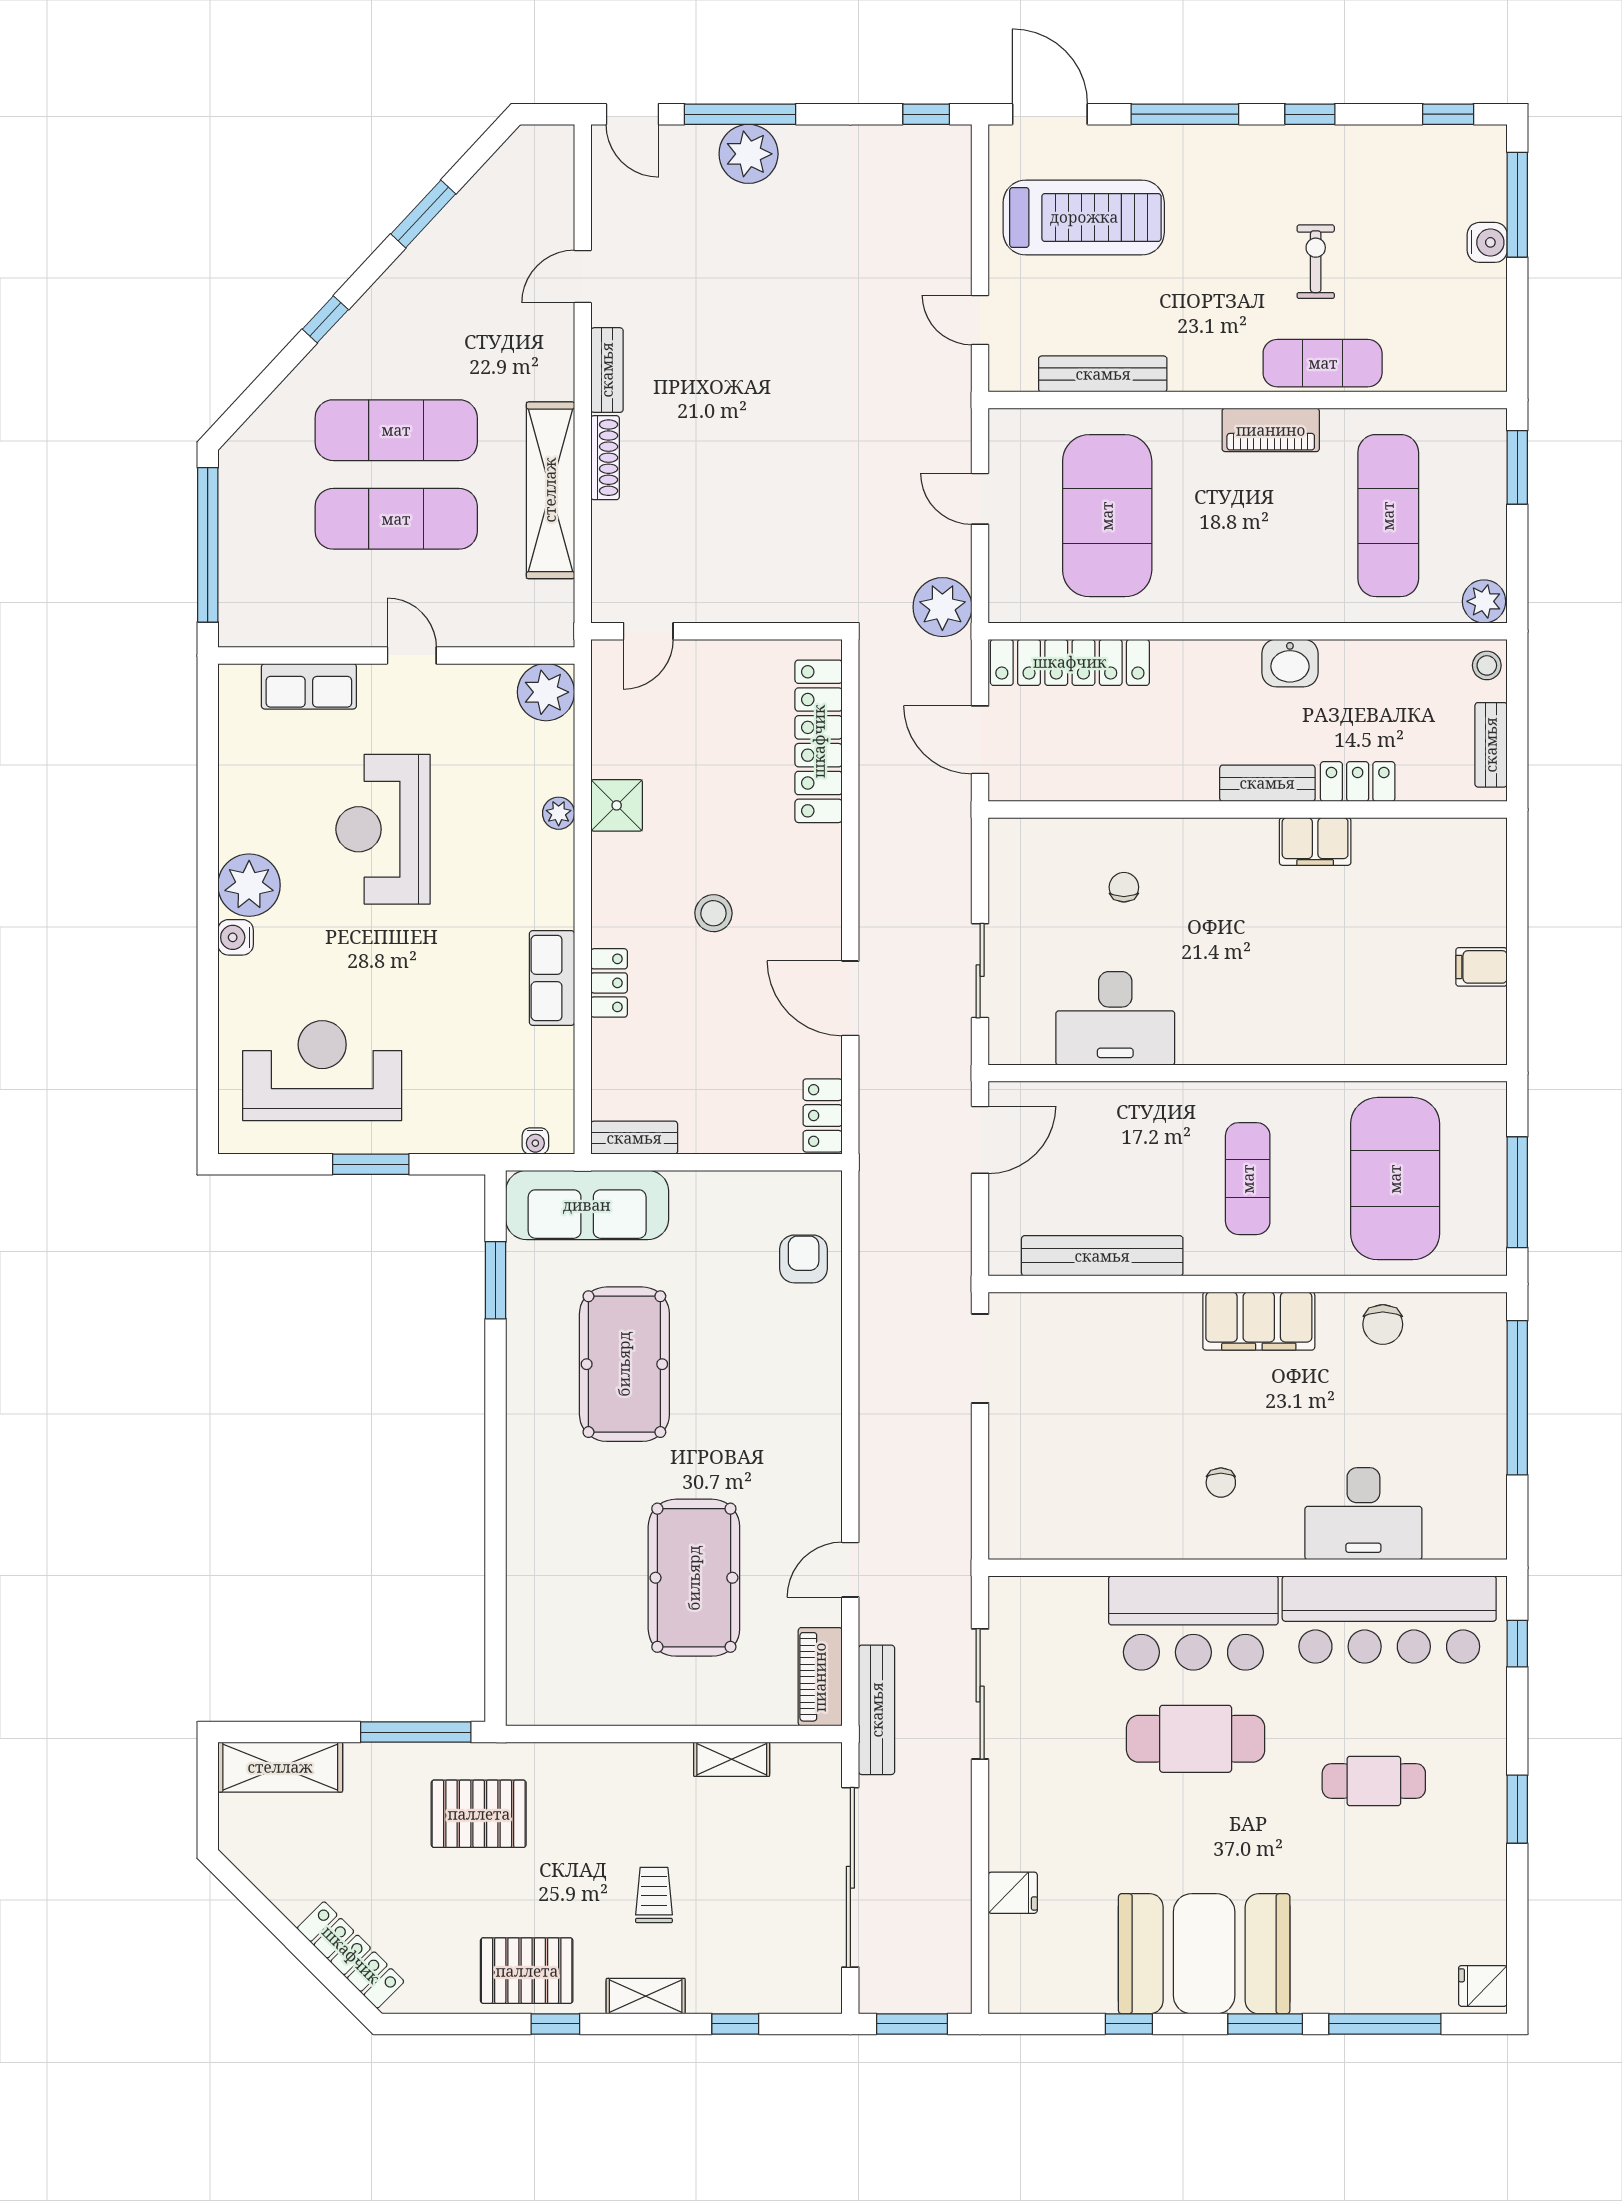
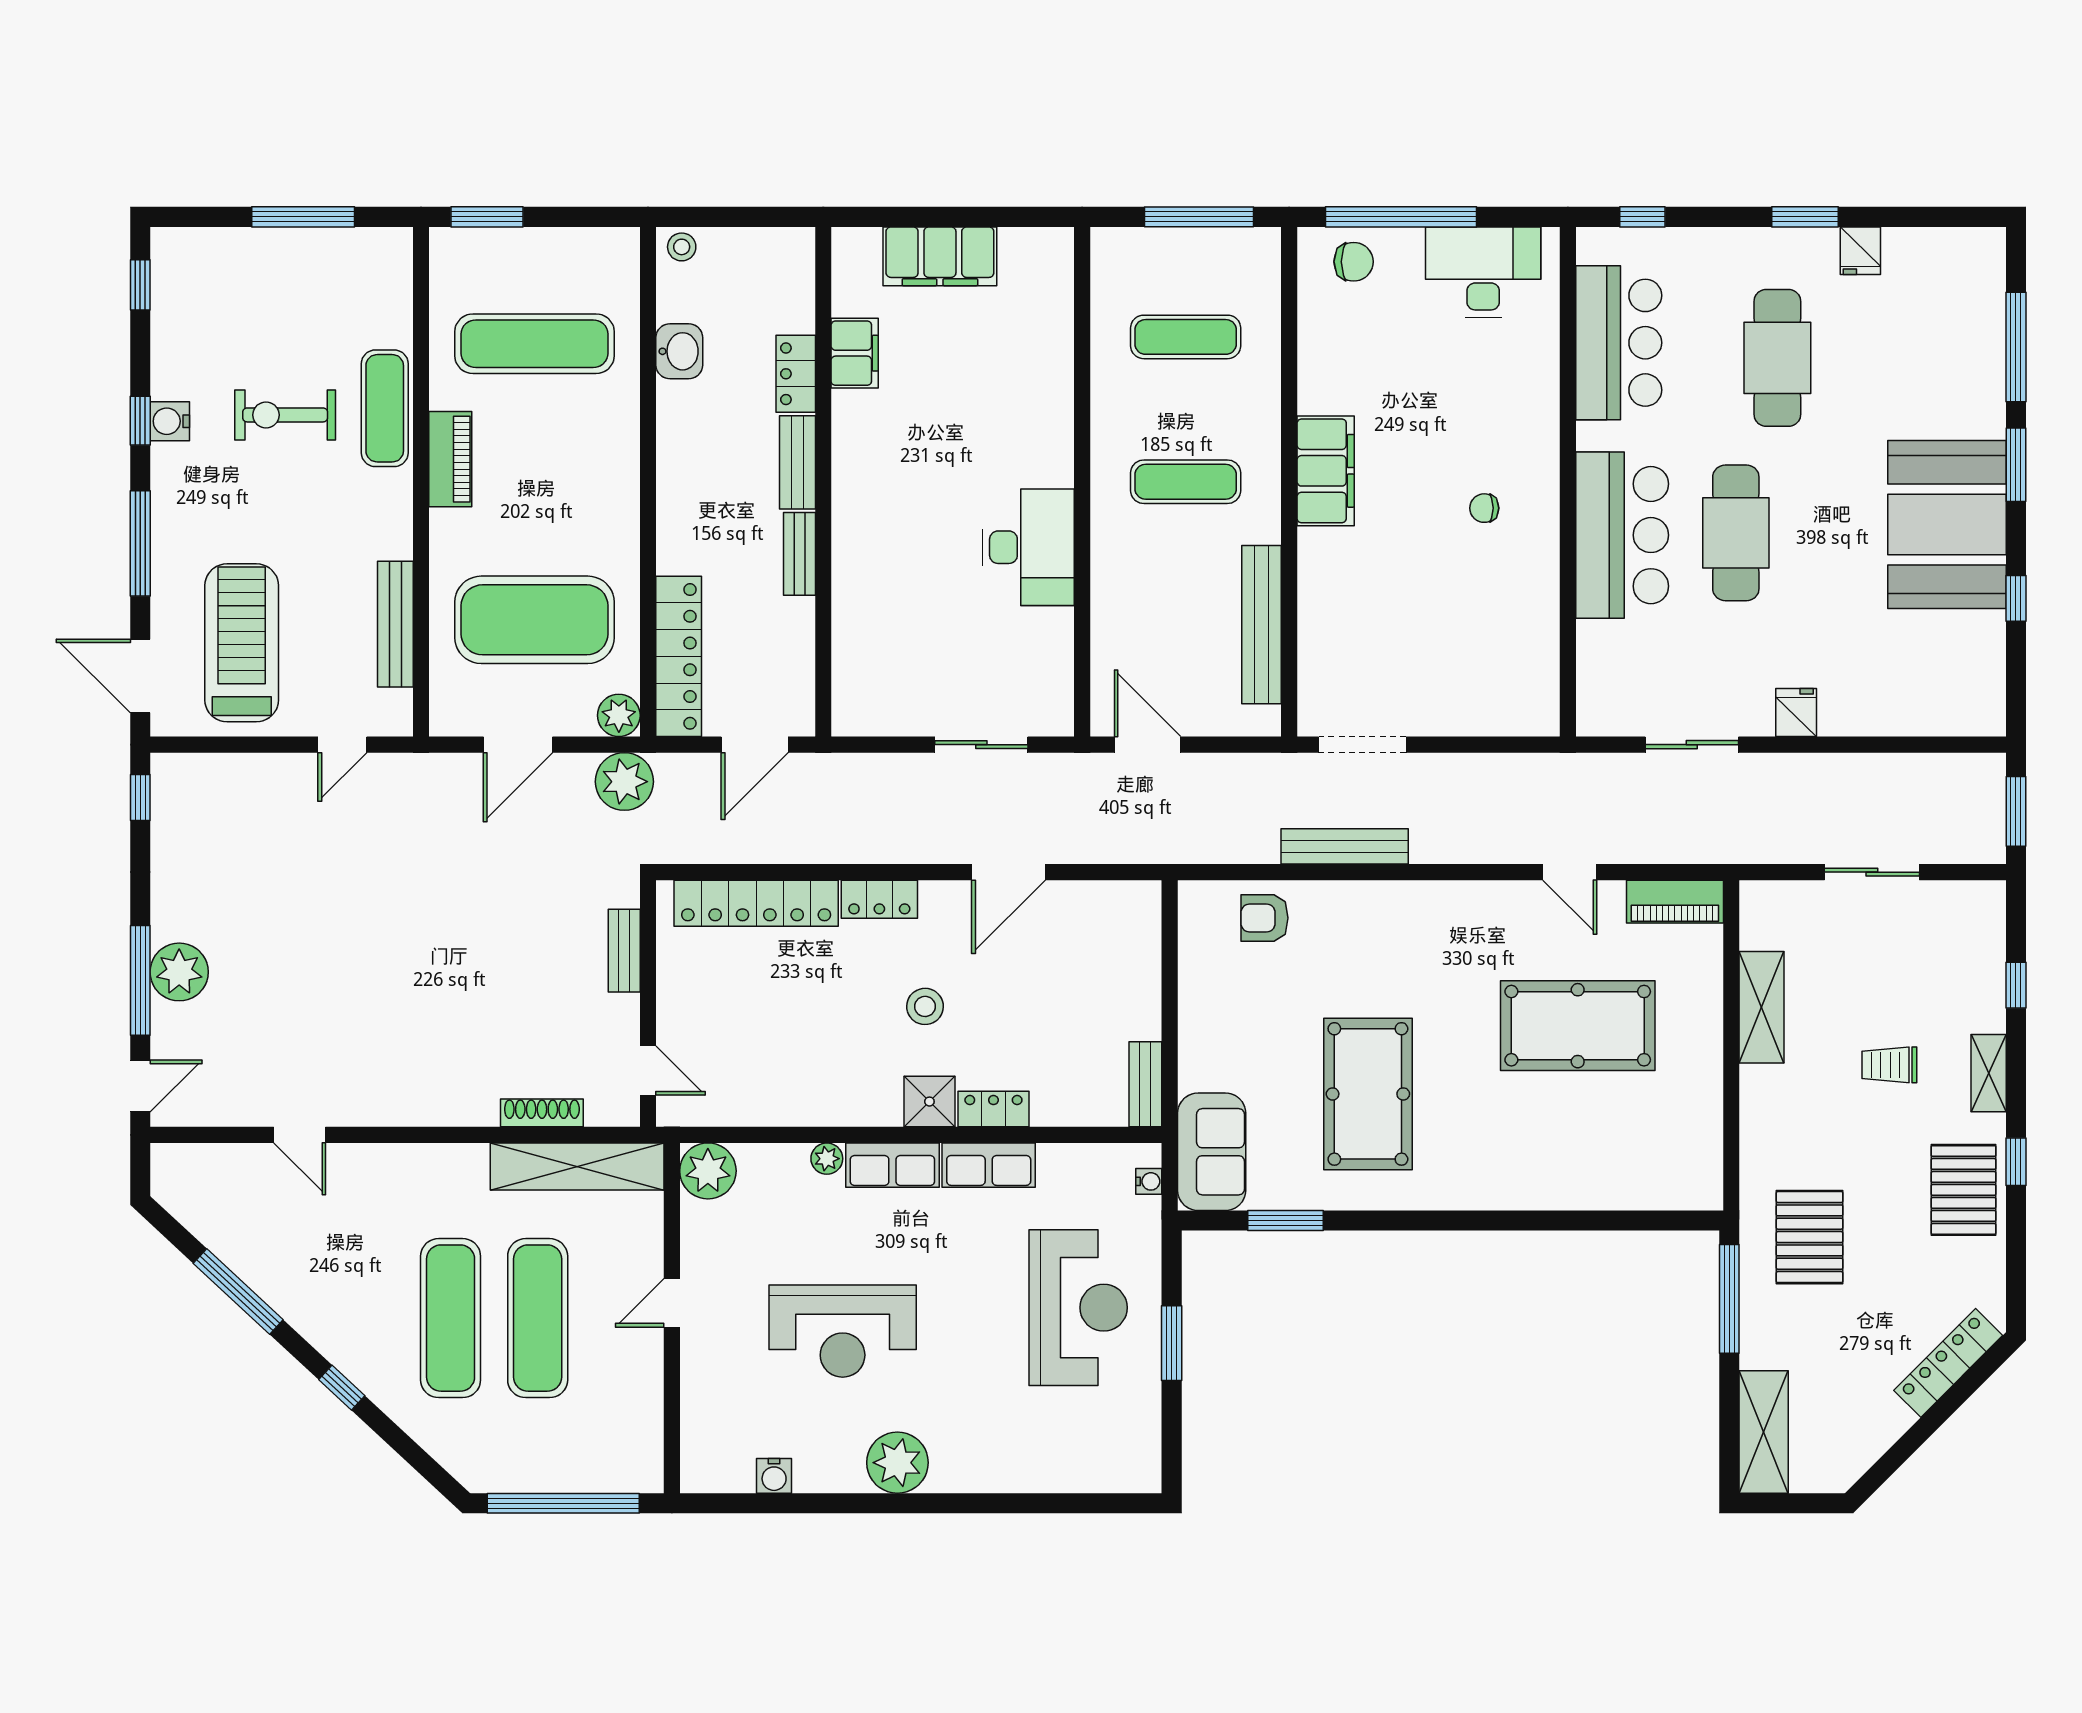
door: (1050, 114) -> (140, 676), hinge flipped
window: (1517, 205) -> (303, 217), moved
window: (423, 214) -> (238, 1291), width x1.44
water cooler: (1487, 242) -> (170, 421), moved, turned -90
exercise bike: (1316, 262) -> (285, 415), width x1.38, depth x1.39
bench: (607, 370) -> (624, 951), moved, turned 90
shoe rack: (605, 458) -> (542, 1113), moved
shelving: (550, 490) -> (577, 1167), moved
door: (980, 499) -> (518, 745), width x1.38
plant: (1484, 601) -> (619, 715), moved
washbasin: (1290, 663) -> (679, 351), moved
row of seats: (309, 686) -> (892, 1165), moved, turned 90
bench: (1491, 745) -> (799, 554), moved, turned 90
shower: (617, 805) -> (929, 1102), moved
filing cabinet: (1315, 842) -> (855, 353), moved
chair: (1124, 887) -> (899, 603), removed
water cooler: (236, 937) -> (774, 1476), moved
filing cabinet: (1481, 967) -> (940, 256), width x3.00, depth x1.17
desk: (1115, 1018) -> (1028, 547), moved
reception desk: (322, 1071) -> (1078, 1308), moved, turned 180
locker: (823, 1116) -> (879, 899), moved
exercise mat: (1395, 1179) -> (1186, 337), width x0.50, depth x0.69
sofa: (587, 1205) -> (1212, 1152), width x0.73
chair: (1383, 1324) -> (1354, 262), moved
pool table: (624, 1364) -> (1368, 1094), turned 90
chair: (1221, 1483) -> (1484, 508), turned 180
desk: (1363, 1514) -> (1483, 272), moved, turned -90
bar counter: (1389, 1620) -> (1619, 343), width x0.73
sliding door: (980, 1694) -> (1692, 745), width x0.73
bench: (877, 1710) -> (1345, 846), moved
shelving: (732, 1759) -> (1762, 1007), width x1.50, depth x1.33
cafe table: (1374, 1781) -> (1777, 358), width x1.37, depth x1.35
sliding door: (850, 1877) -> (1872, 872), width x0.54
fridge: (1013, 1893) -> (1796, 712), moved
fridge: (1483, 1986) -> (1860, 251), moved

